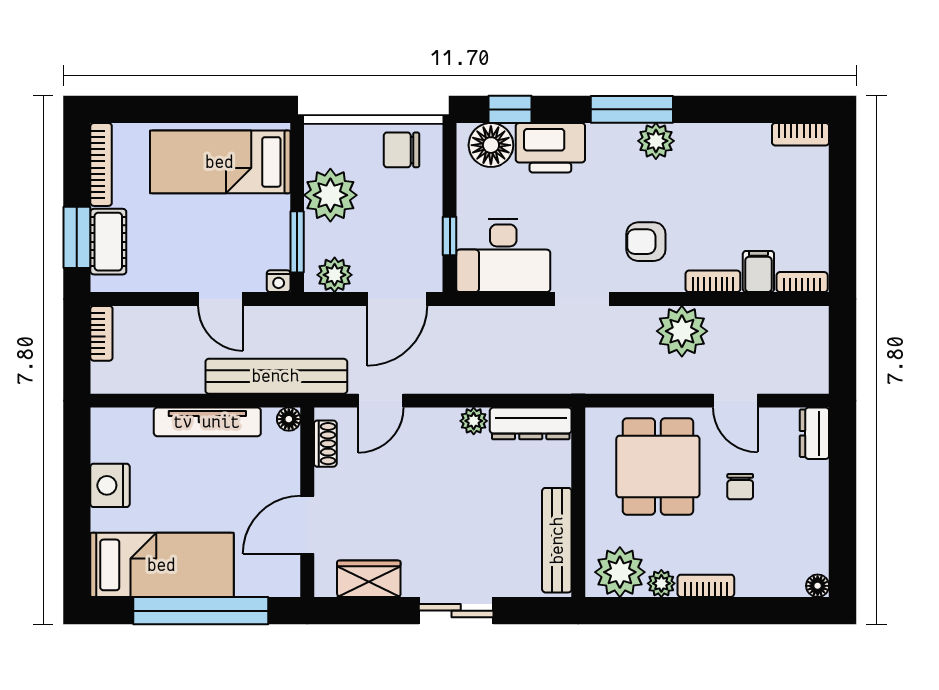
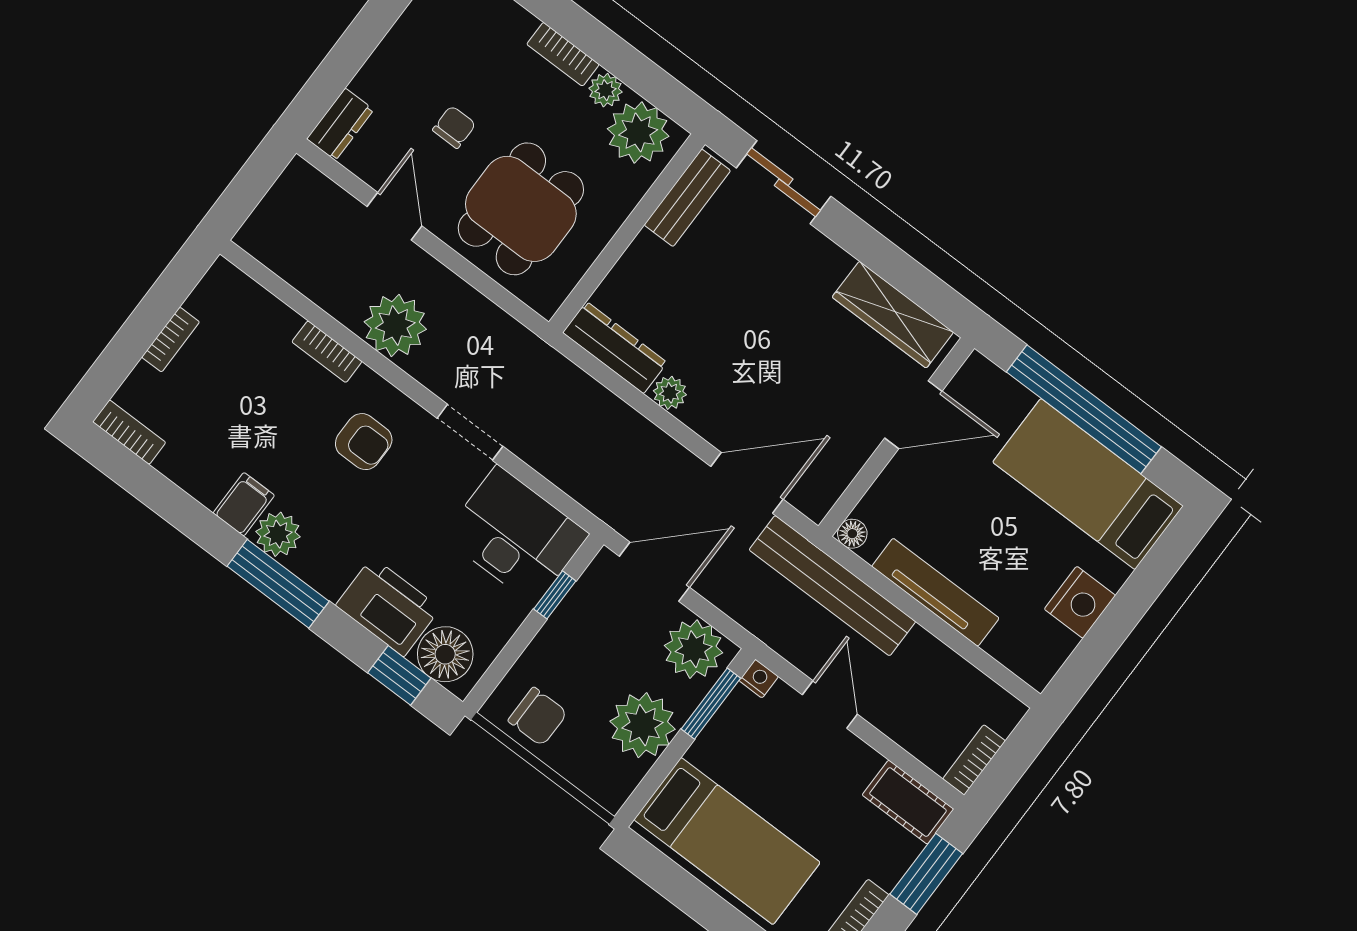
cot: (108, 242) -> (908, 802), moved, turned 90
filing cabinet: (758, 272) -> (244, 504), moved, turned 180
plant: (335, 275) -> (694, 649), width x1.36, depth x1.36
bookcase: (802, 282) -> (171, 340), moved, turned -90
door: (381, 401) -> (747, 483), width x1.38
shoe rack: (325, 444) -> (834, 482), removed
bench: (557, 540) -> (687, 198), width x0.73
wardrobe: (369, 579) -> (893, 315), width x1.50
sliding door: (456, 611) -> (784, 182), moved

